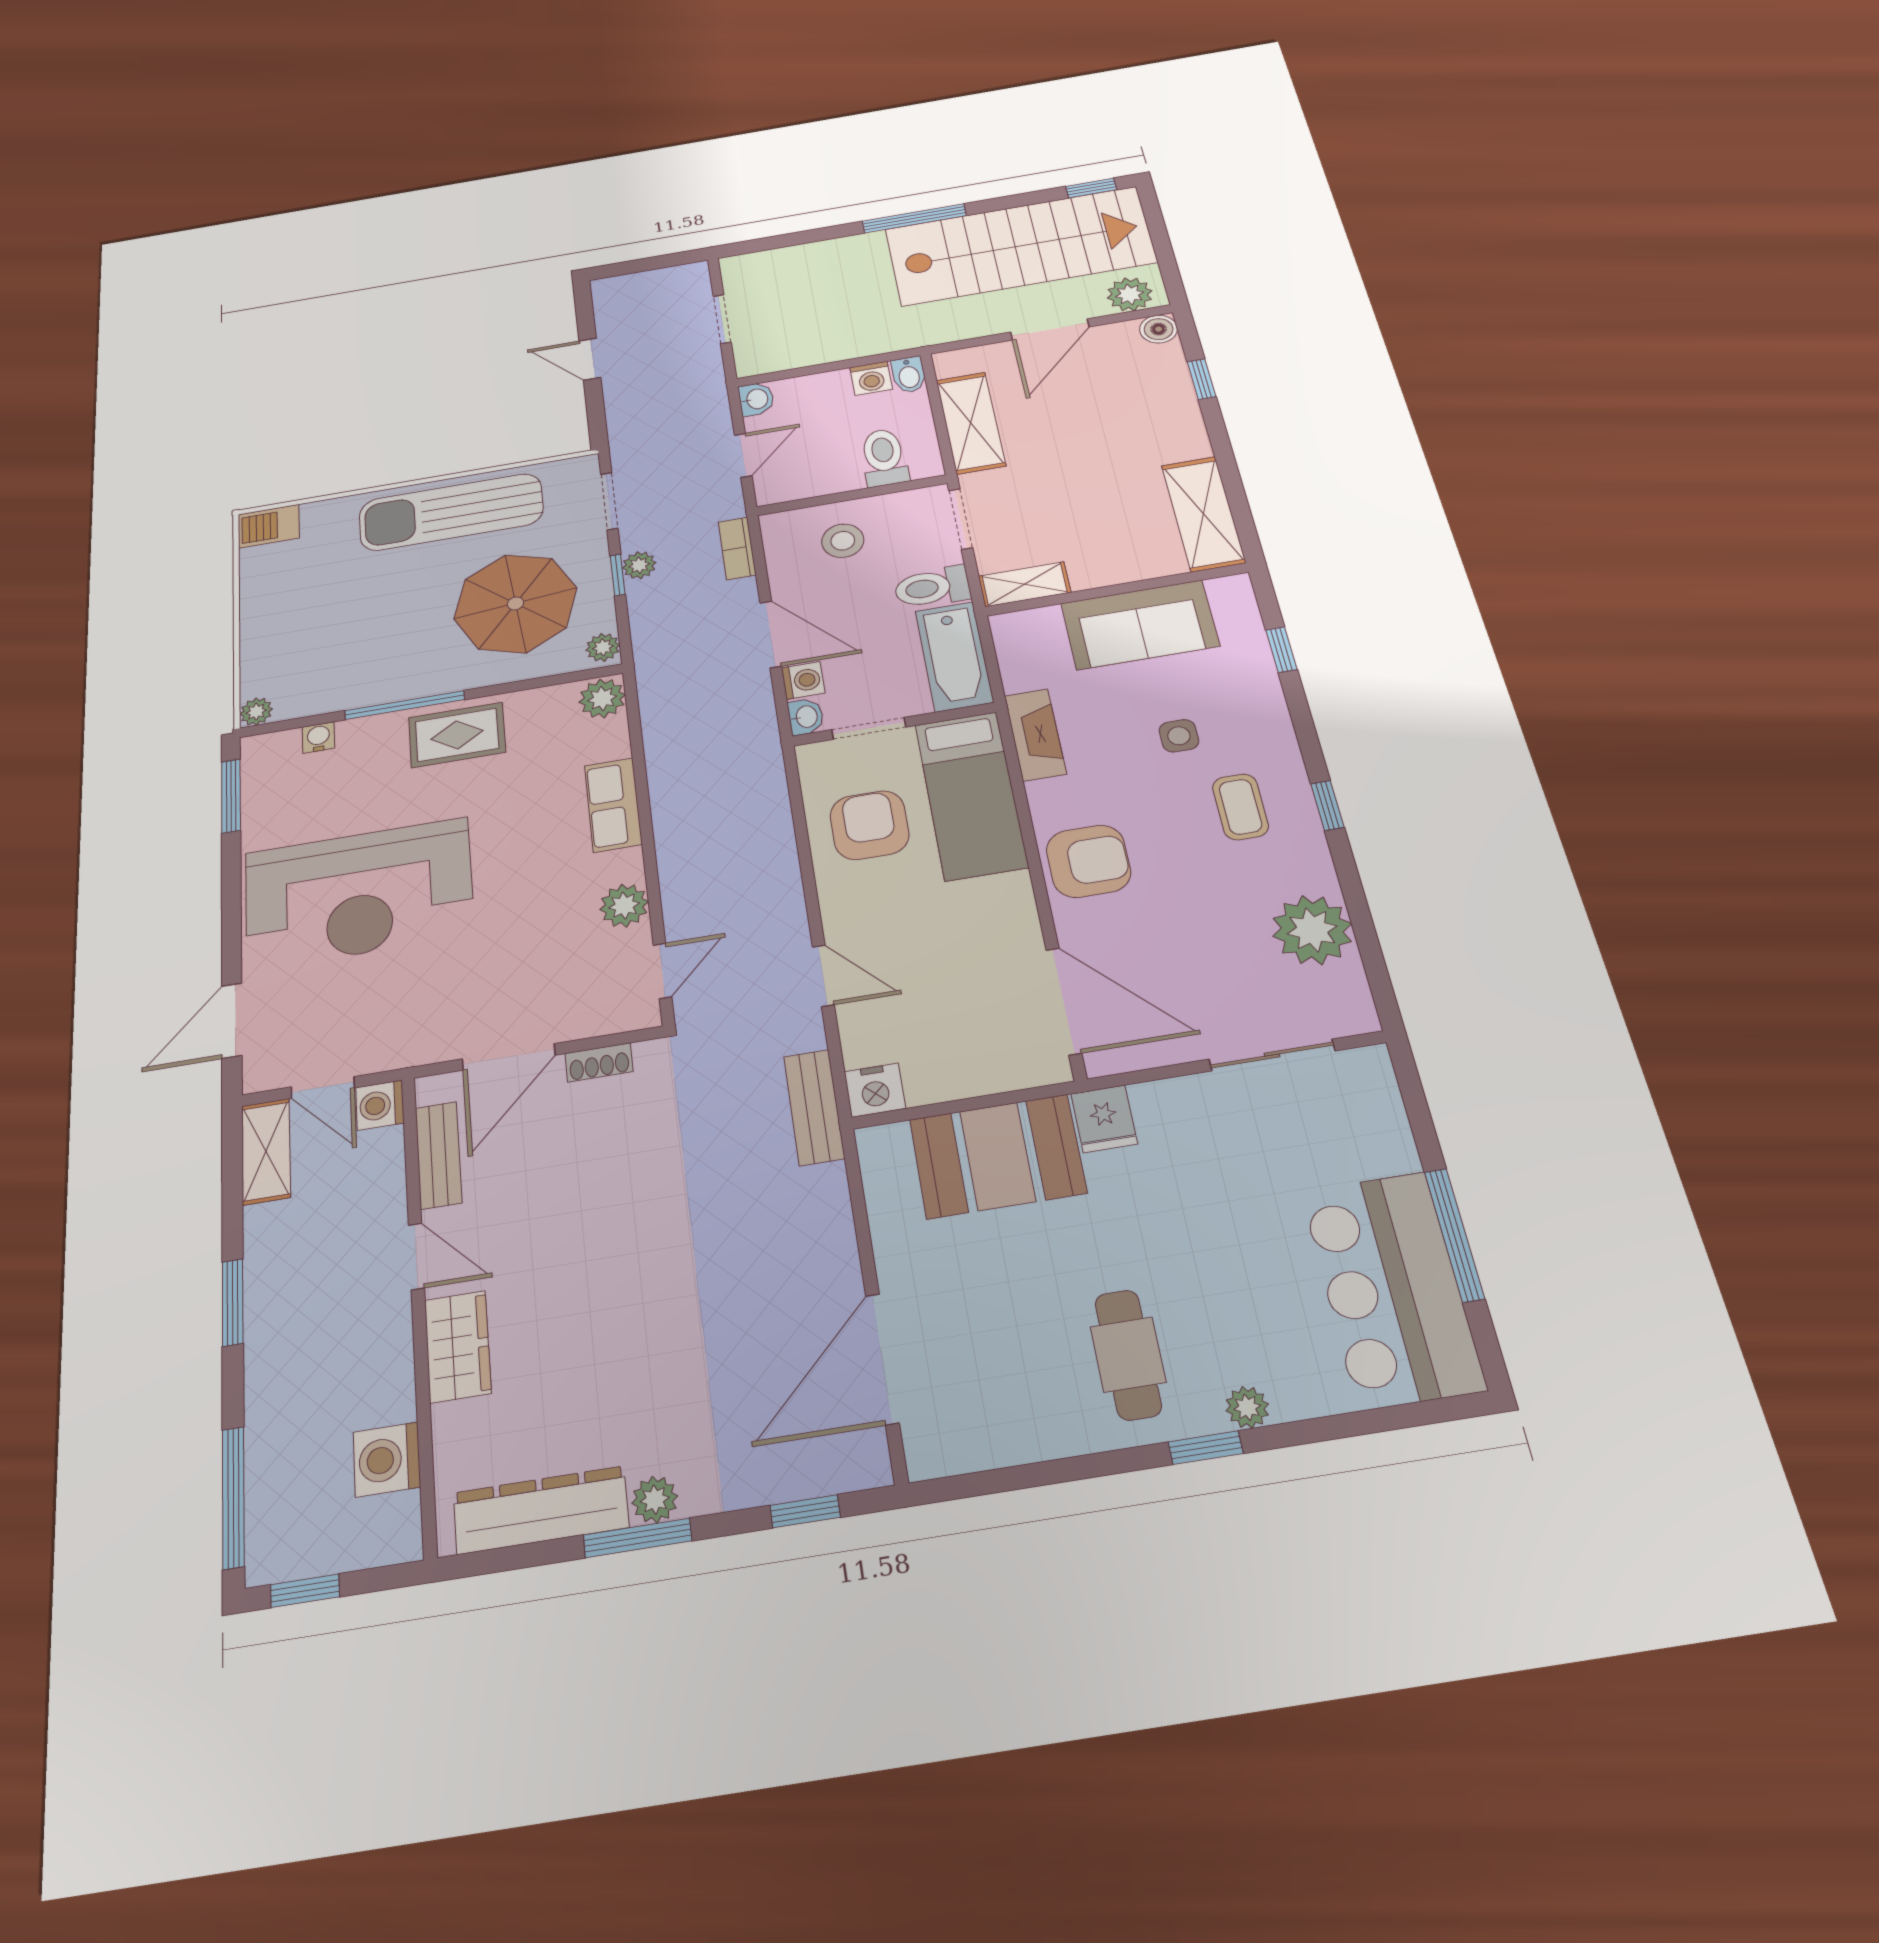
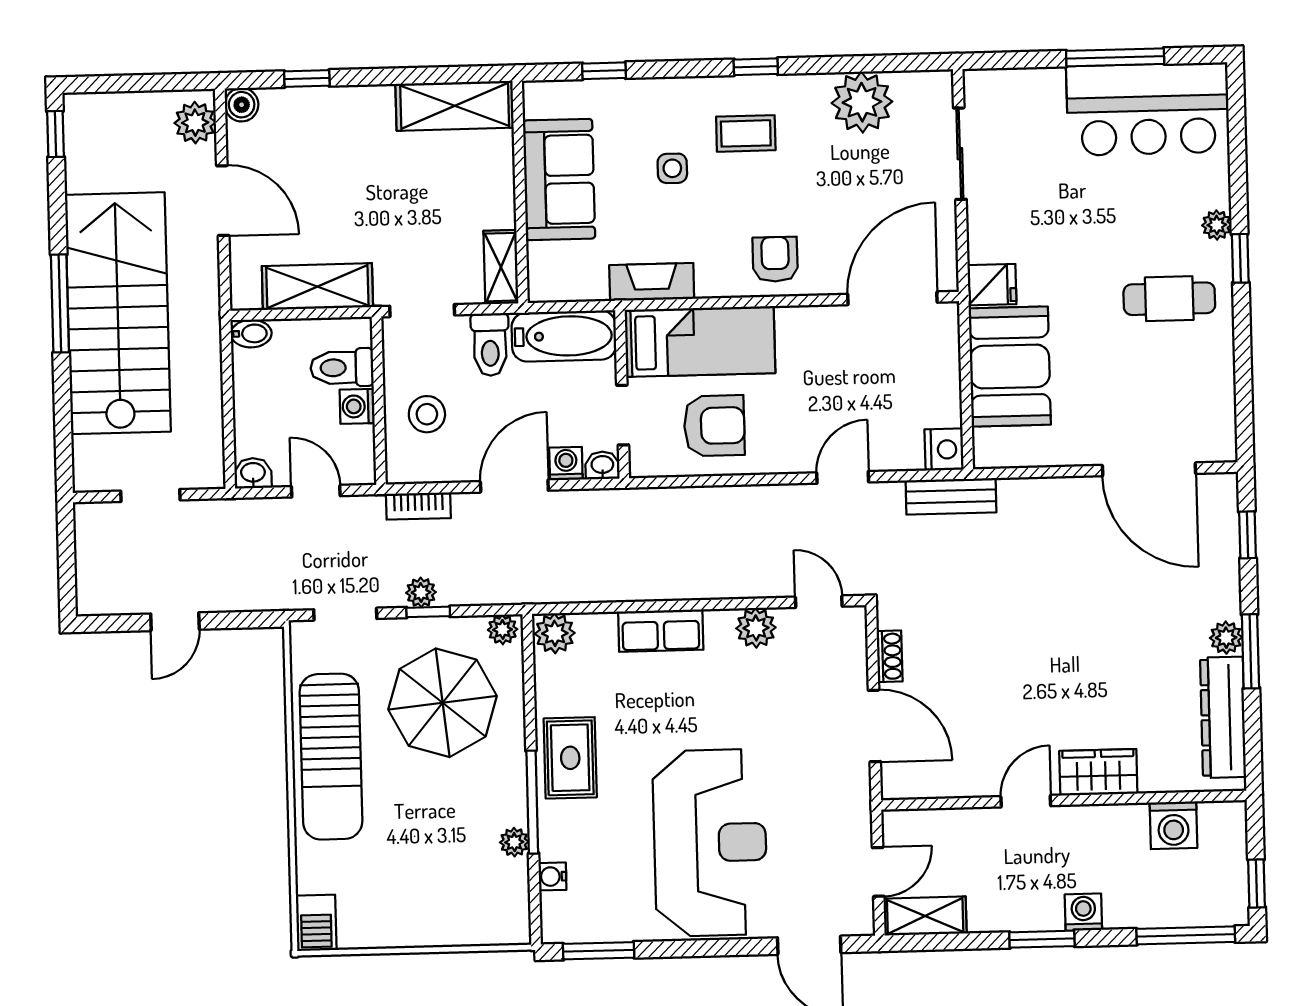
stairs: (1020, 246) -> (118, 313), moved
washing machine: (871, 378) -> (357, 406), moved, turned 180
plant: (256, 712) -> (514, 842), moved
armchair: (869, 825) -> (714, 426), turned 180
armchair: (1089, 861) -> (775, 259), width x0.72, depth x0.72
washing machine: (380, 1105) -> (1083, 912), moved, turned 180
bench: (439, 1155) -> (948, 783), removed

